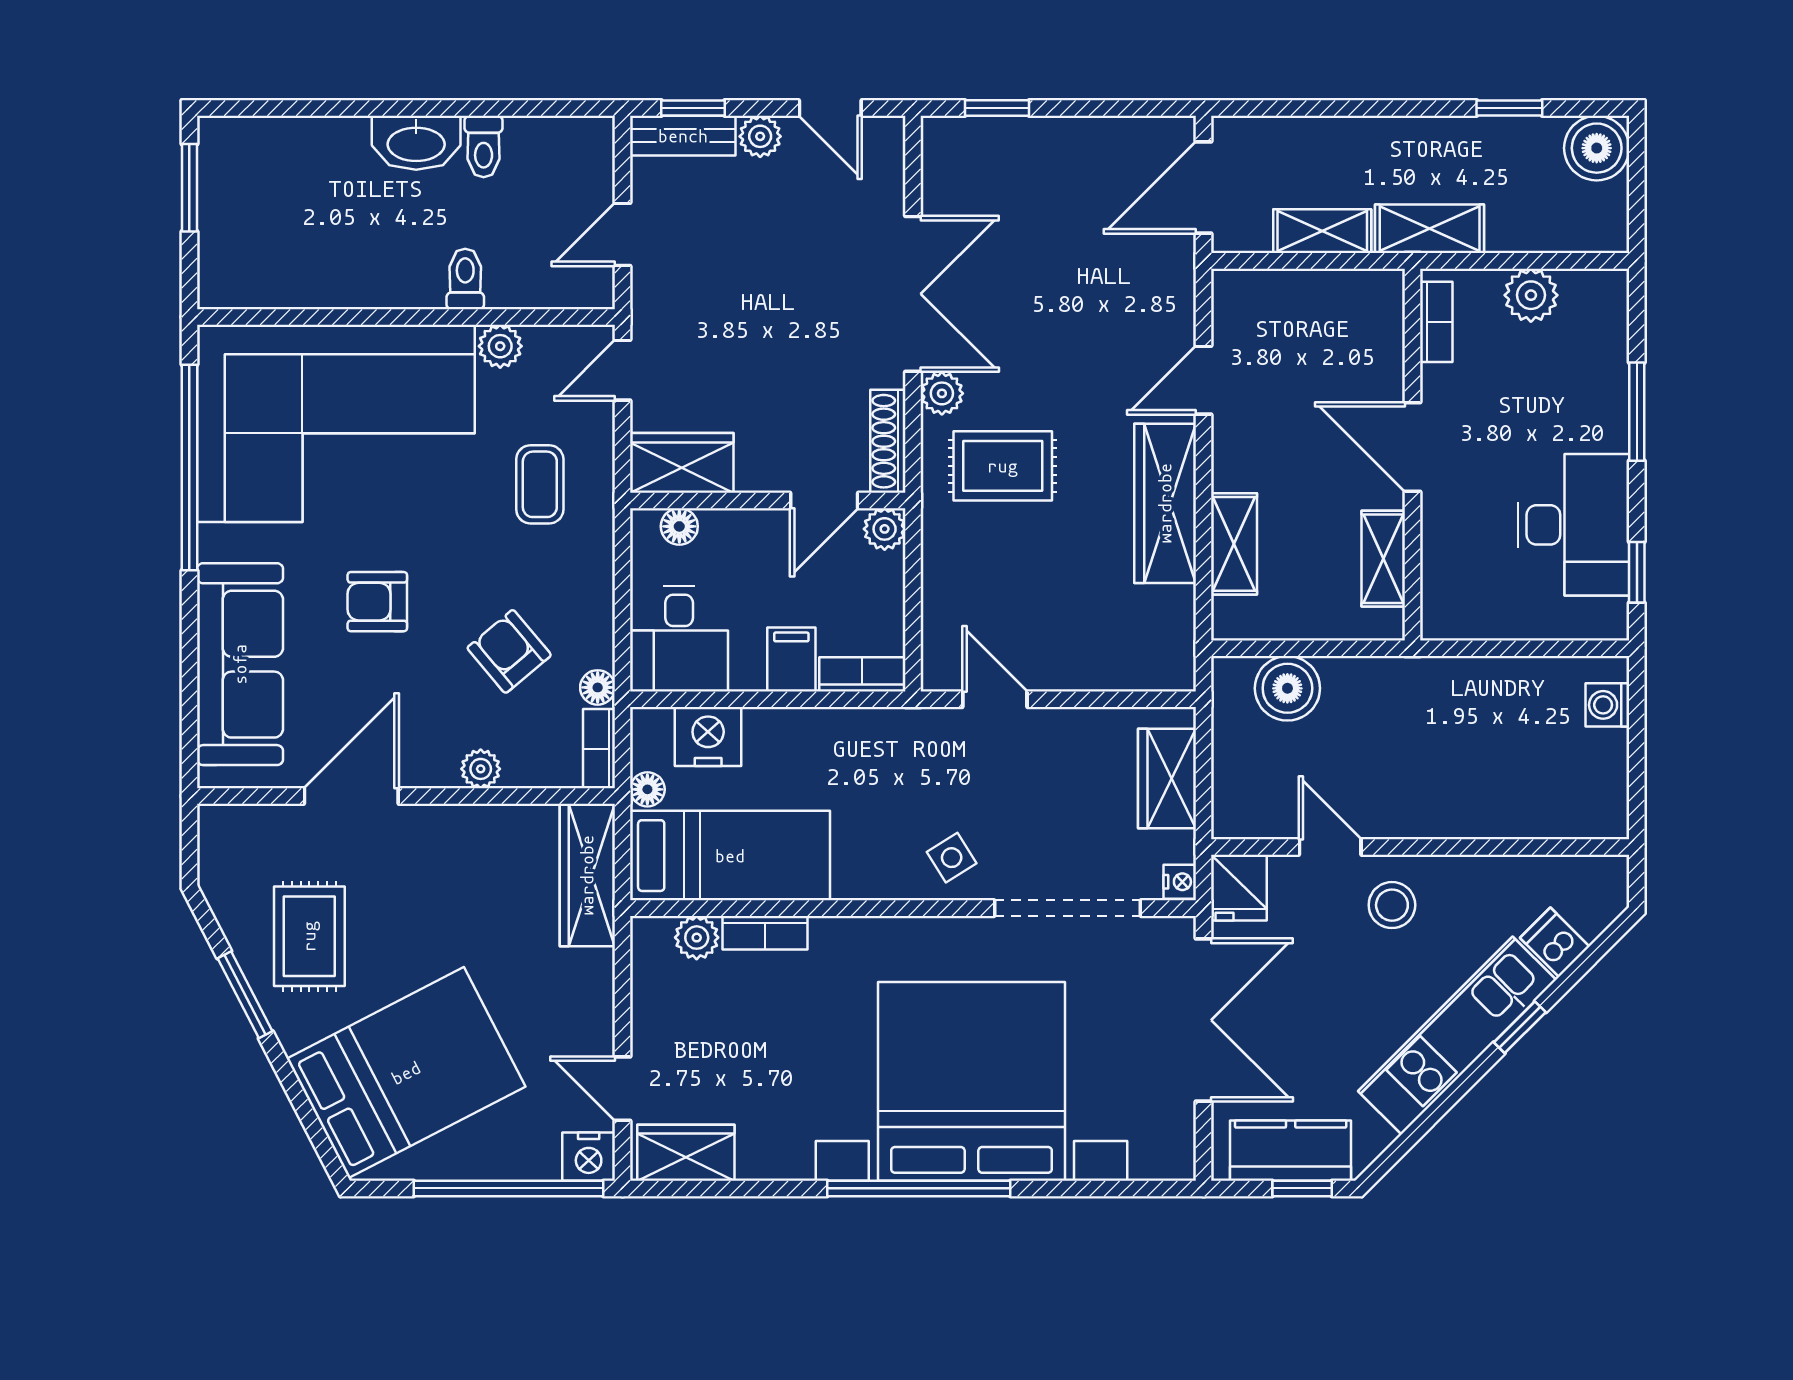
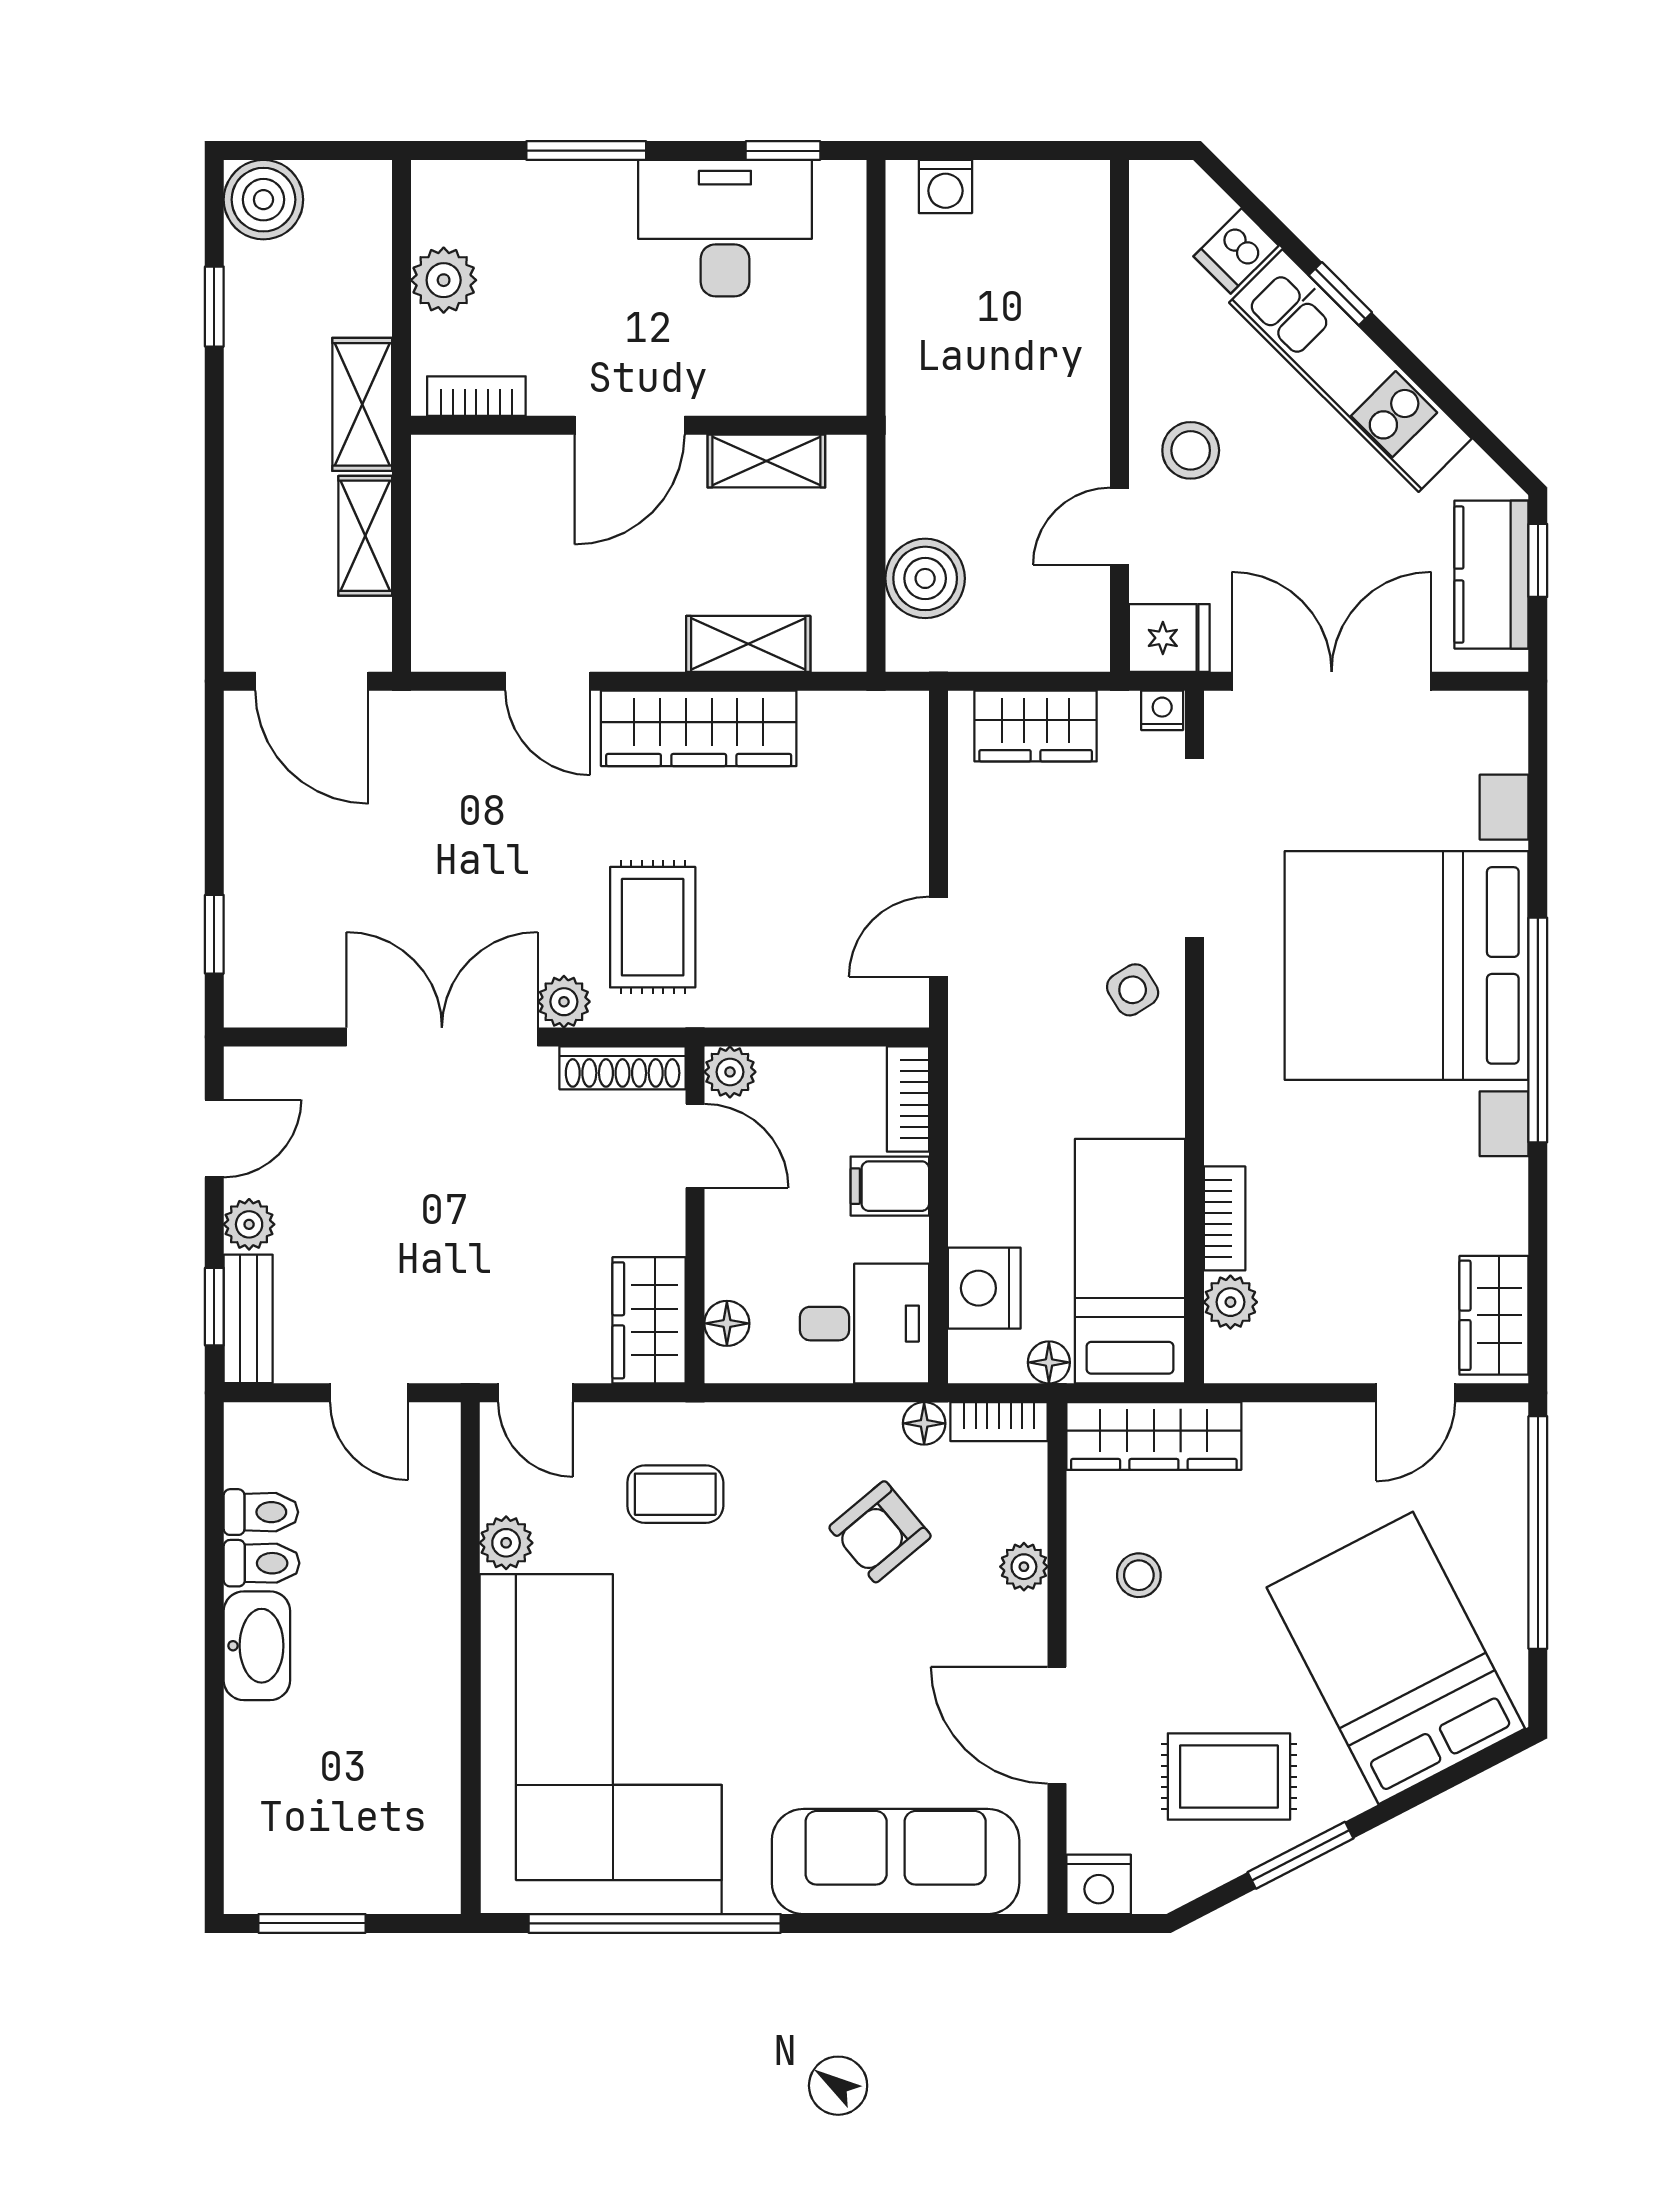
toilet: (465, 279) -> (261, 1512), moved, turned 180
armchair: (377, 602) -> (819, 1693), removed
stool: (474, 863) -> (1139, 1575), added
nightstand: (589, 1157) -> (1099, 1884), moved, turned 90

